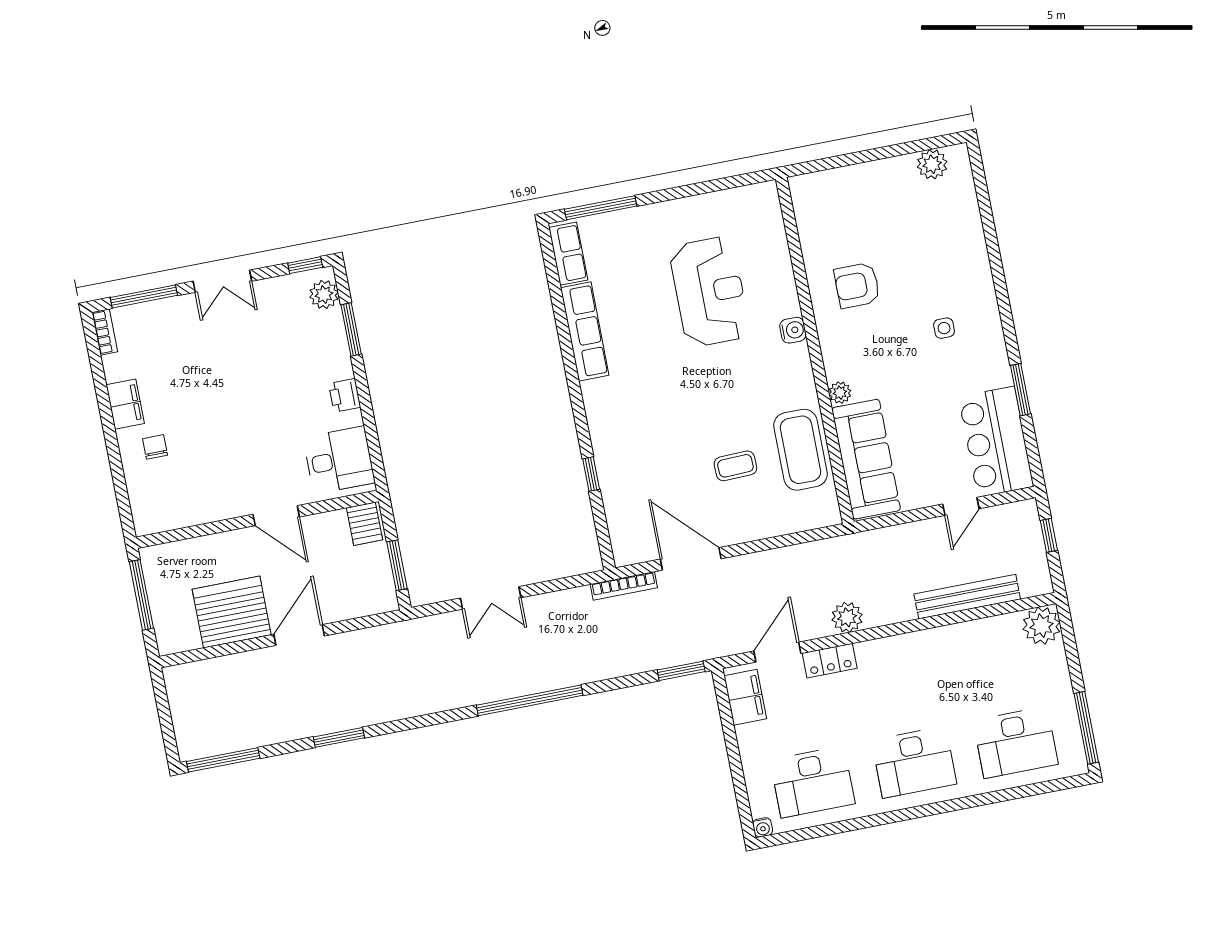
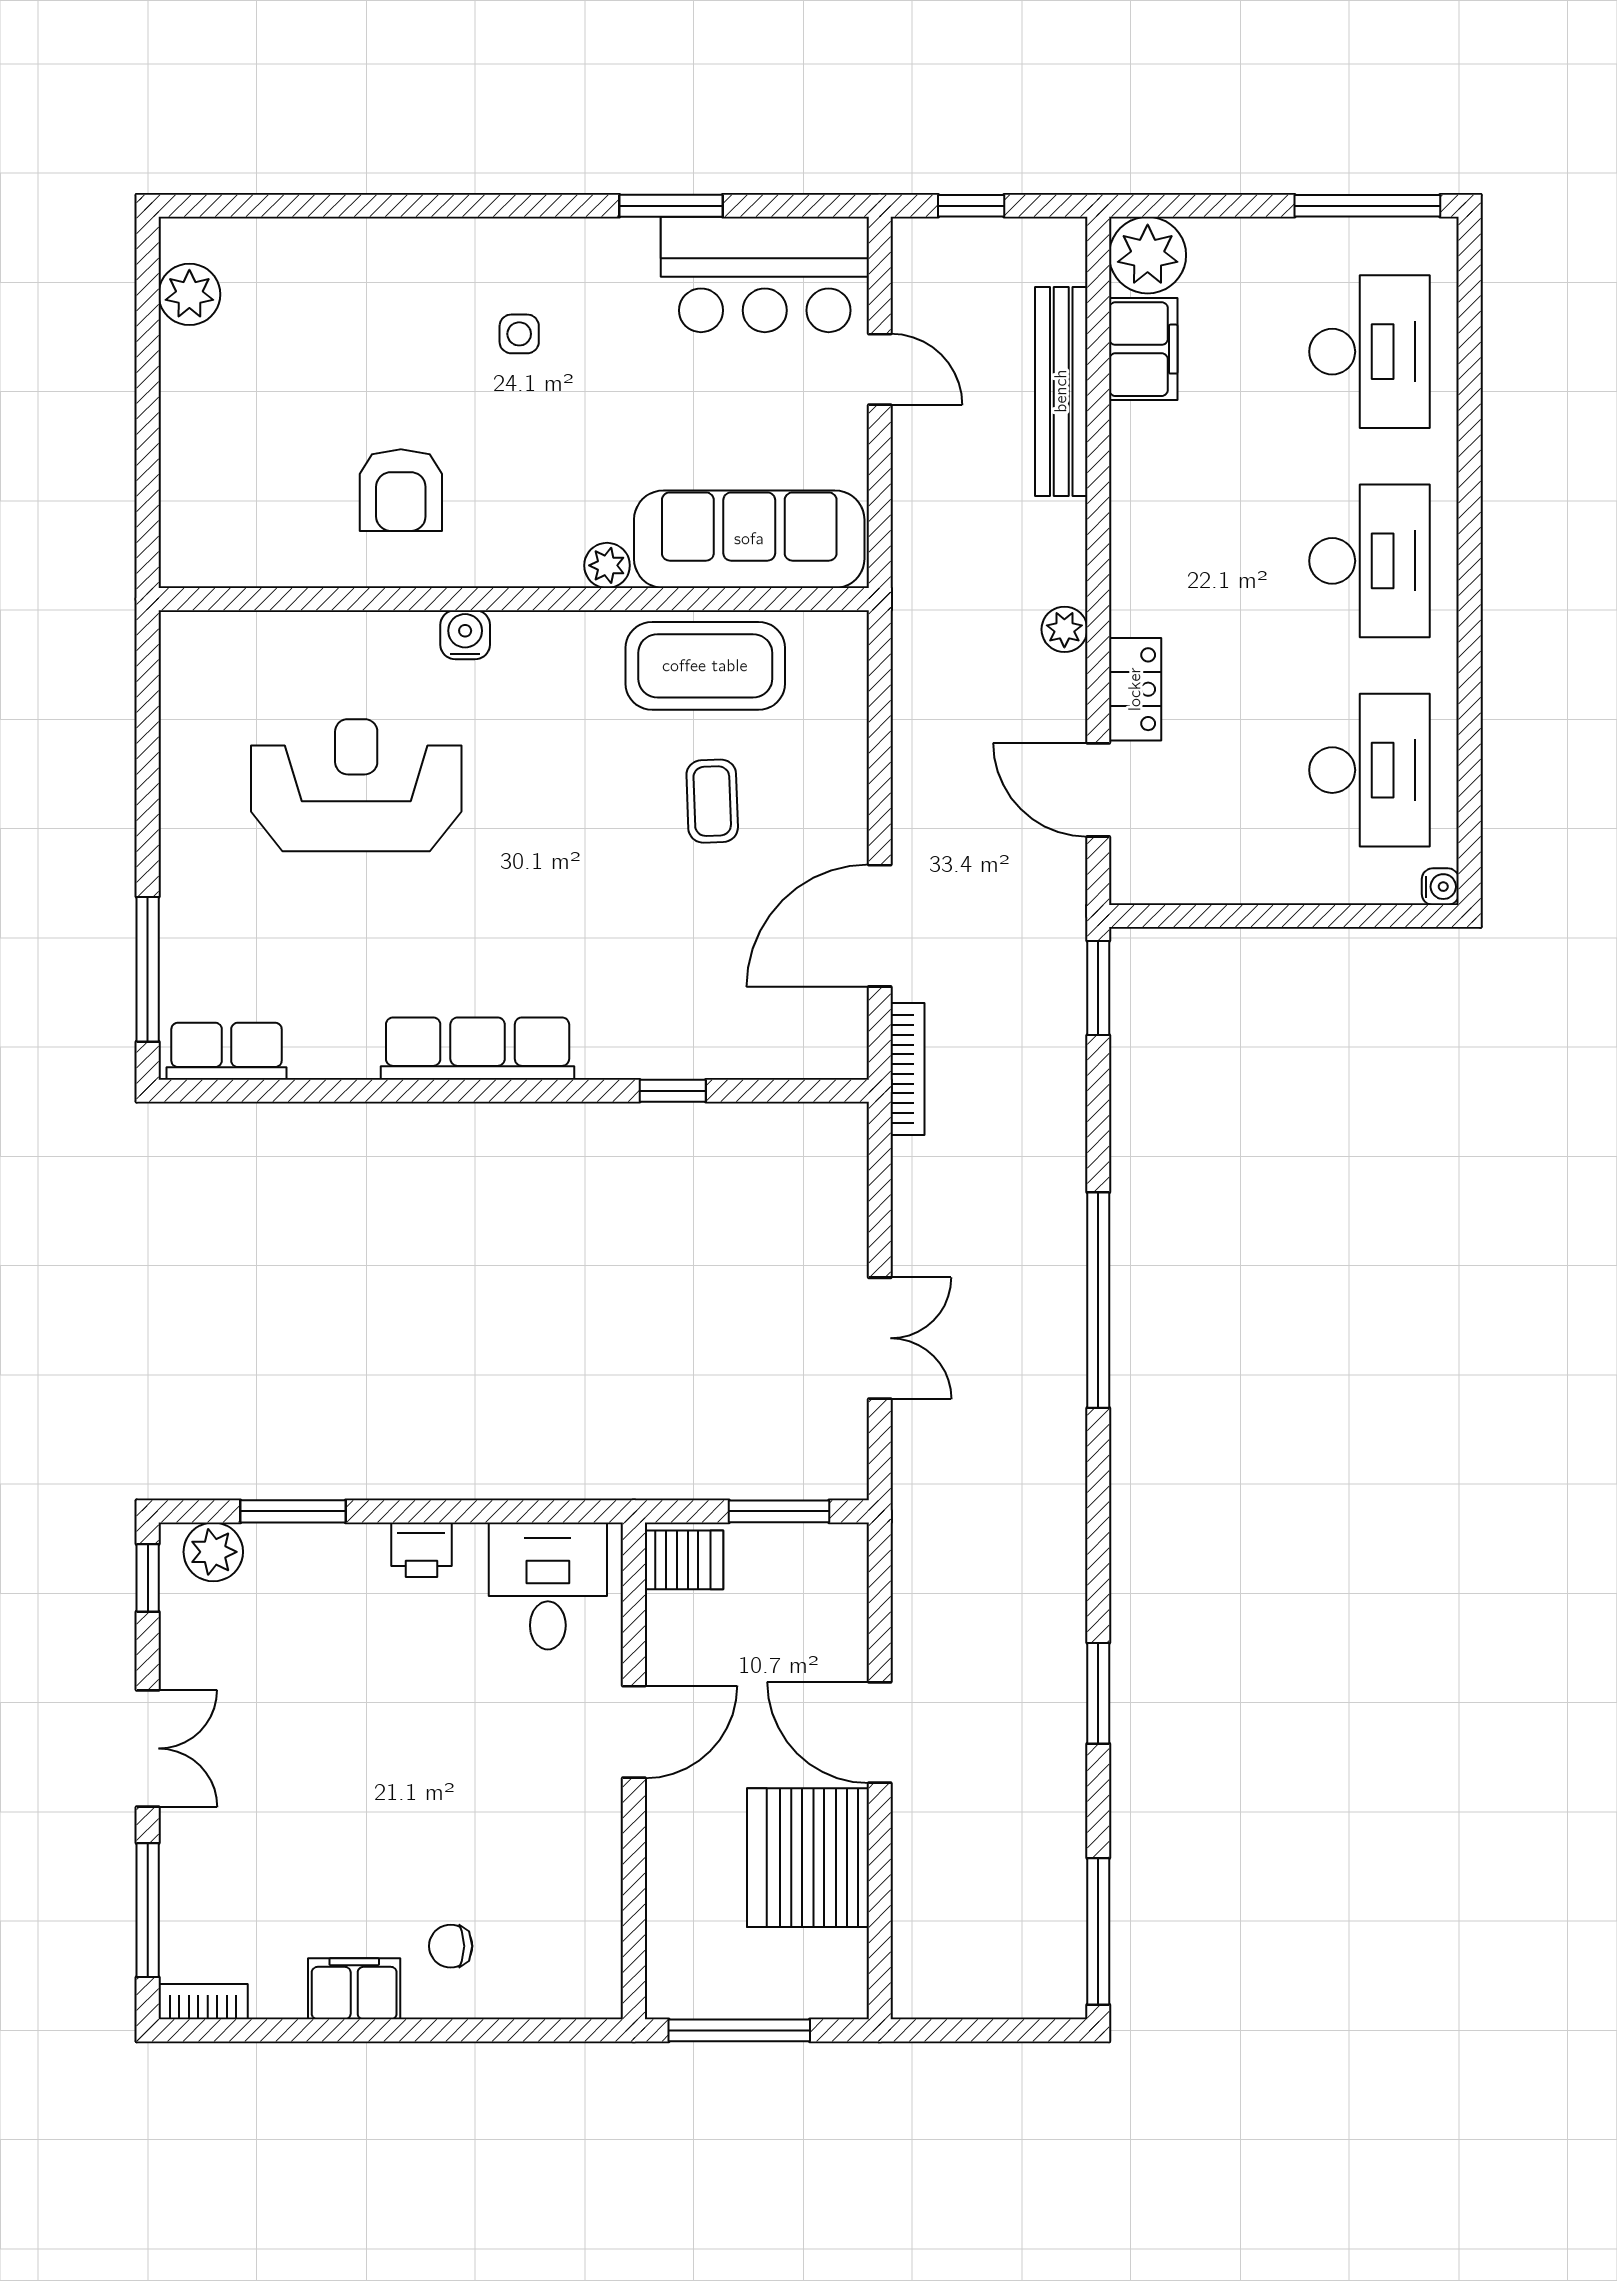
row of seats: (585, 332) -> (478, 1049), moved
plant: (847, 617) -> (1064, 629), width x0.73, depth x0.73
filing cabinet: (745, 697) -> (1143, 349), moved, turned 90

